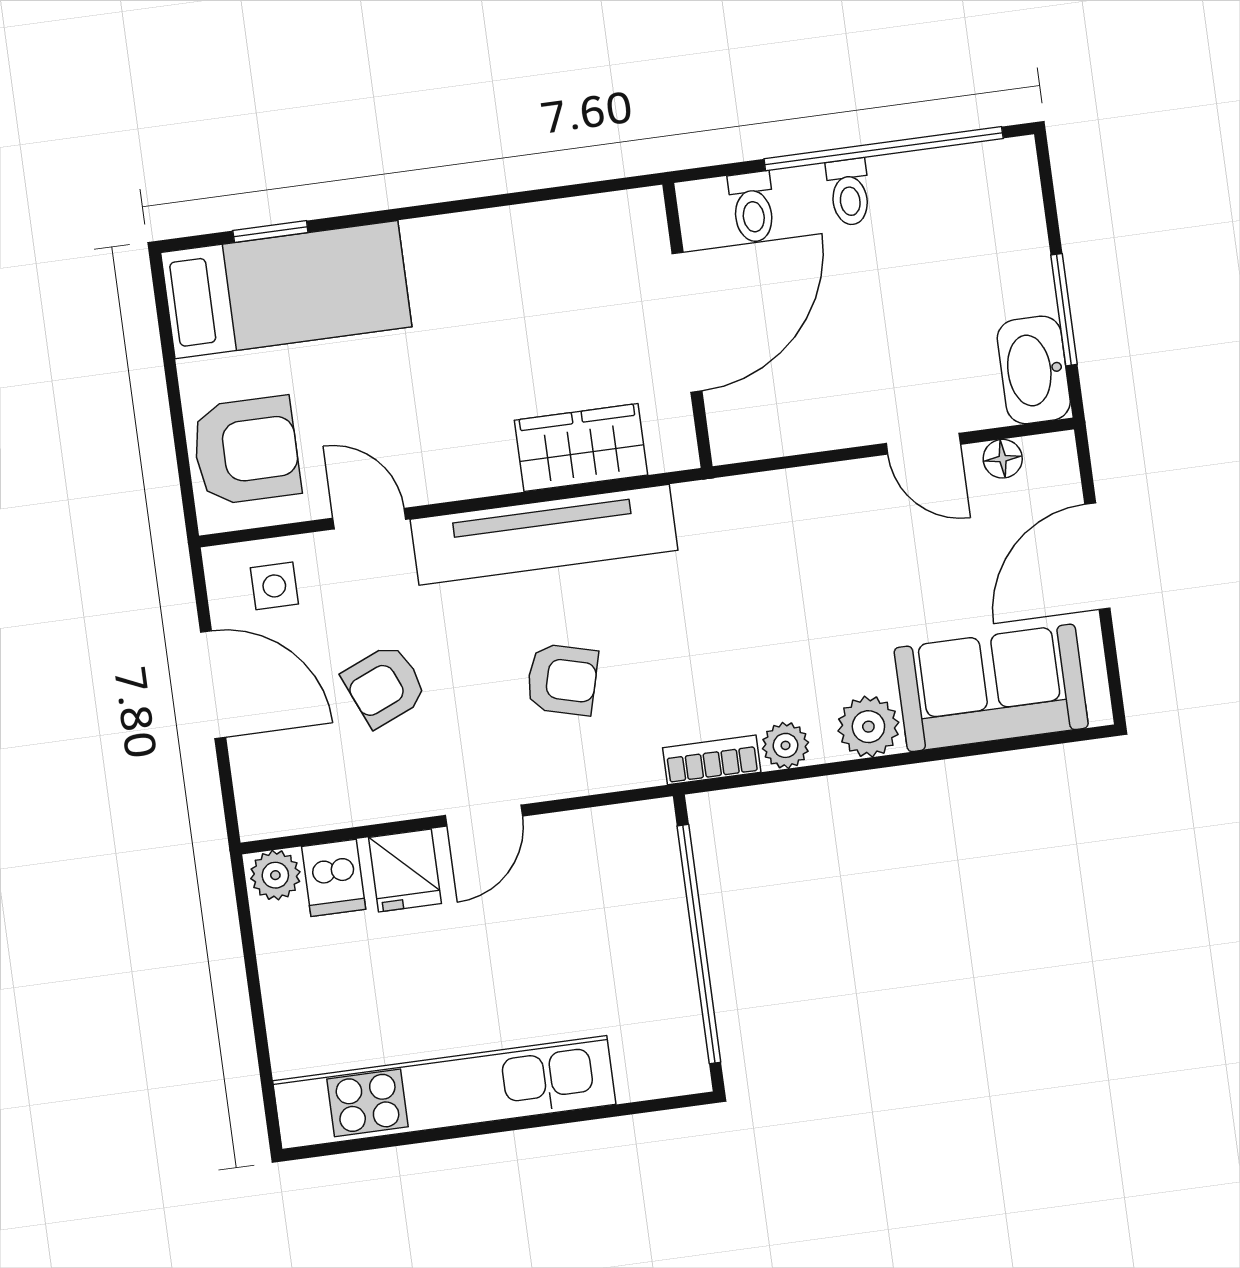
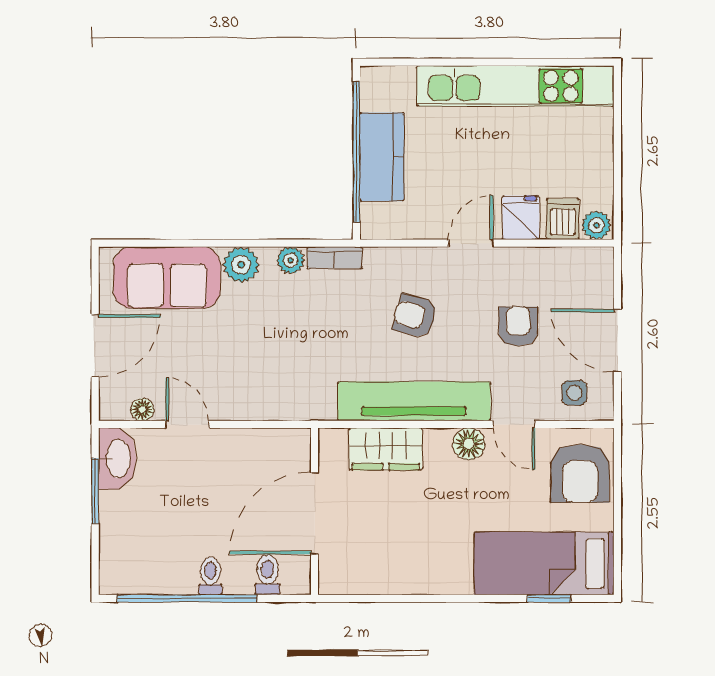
armchair: (246, 451) -> (580, 473), turned -90
floor lamp: (441, 475) -> (469, 444), added
armchair: (385, 686) -> (518, 326), turned -67
kitchen counter: (654, 942) -> (382, 157), added

